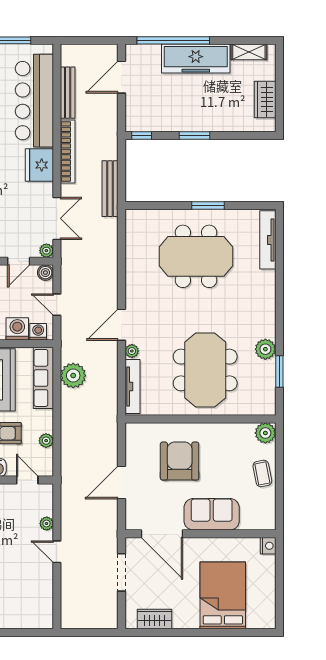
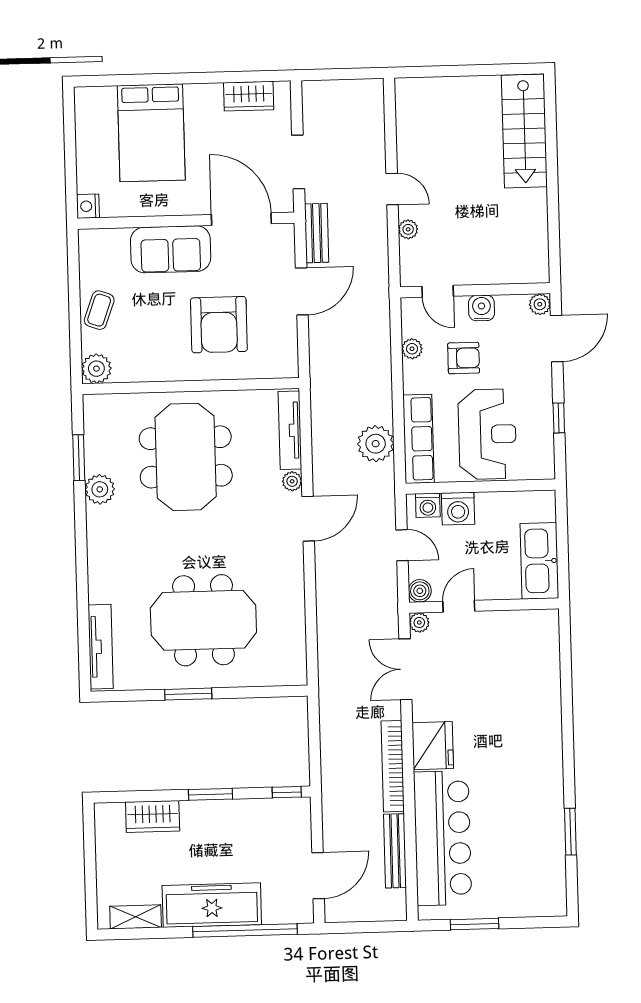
wardrobe: (265, 100) -> (153, 817), moved, turned 90
bench: (110, 189) -> (317, 233), moved, width x0.73
coffee table: (262, 473) -> (99, 310), turned 31

